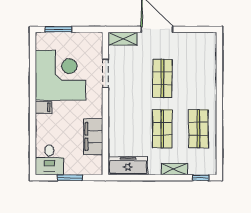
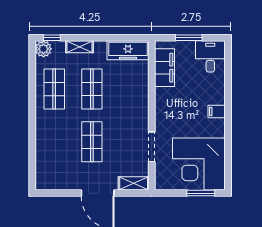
corner desk: (60, 75) -> (199, 164), moved
filing cabinet: (93, 137) -> (164, 68), moved
plant: (209, 167) -> (43, 49), added

